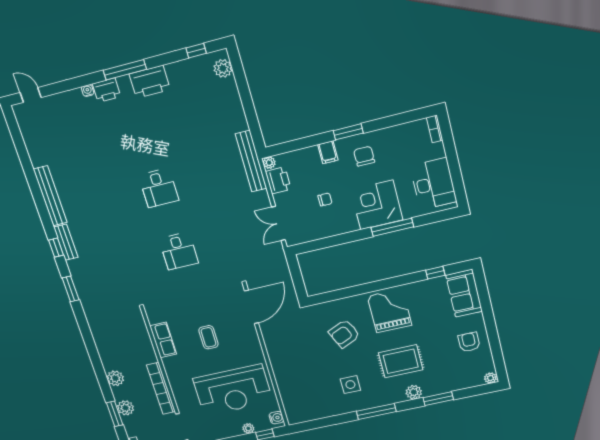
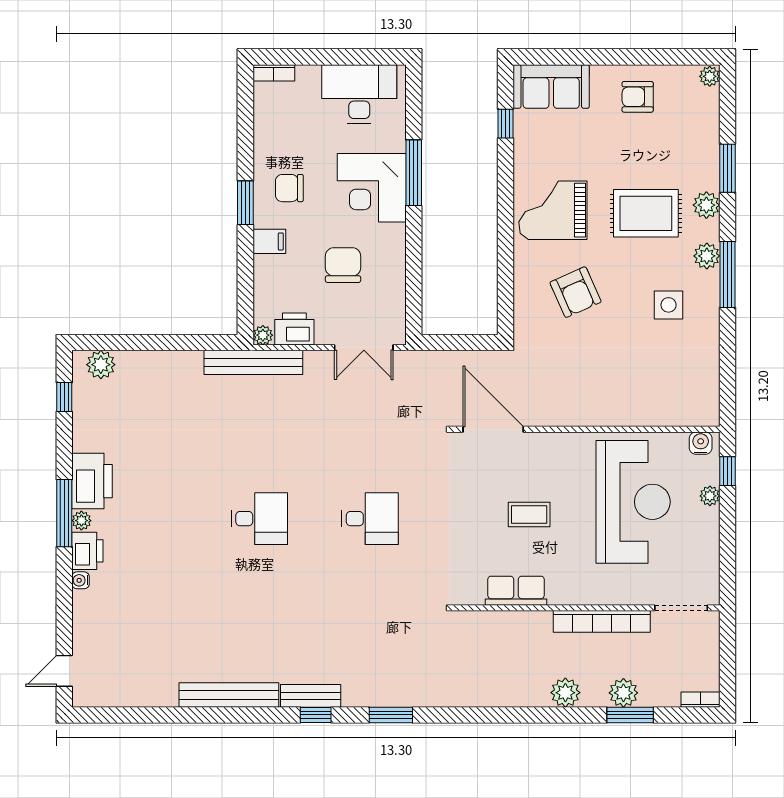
plant: (124, 82) -> (81, 521), added
chair: (325, 200) -> (343, 265), width x1.87, depth x1.87
rug: (401, 361) -> (646, 213), turned 90
plant: (384, 399) -> (707, 256), added

